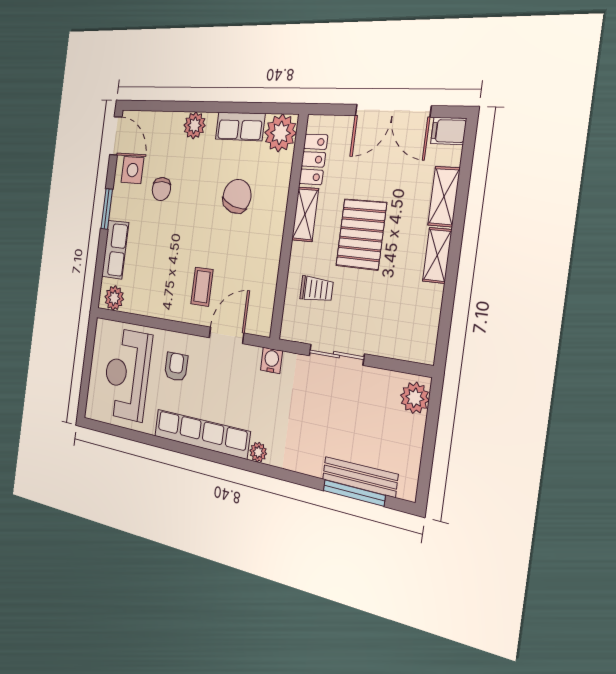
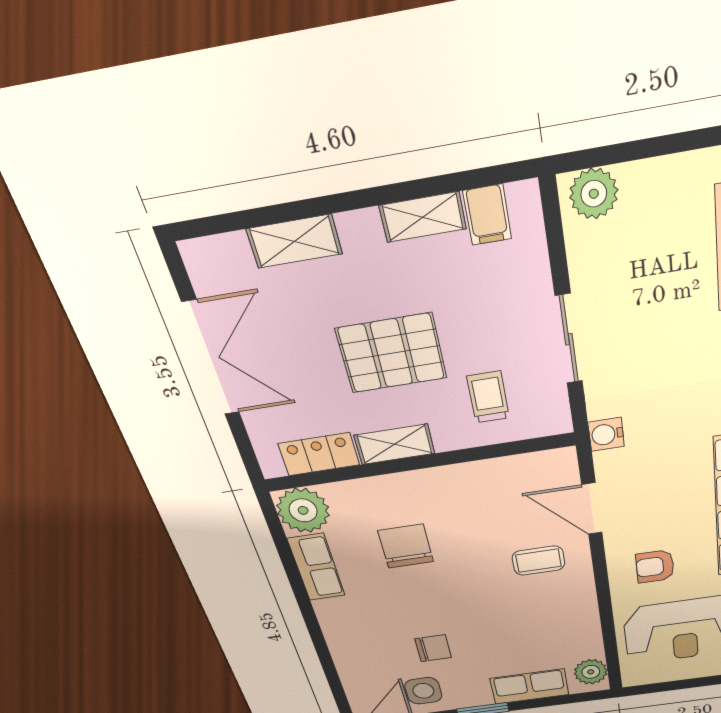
plant: (195, 125) -> (339, 627), removed
filing cabinet: (448, 131) -> (487, 215), moved
chair: (237, 196) -> (406, 546), turned 73
shelving: (437, 255) -> (423, 217), moved

